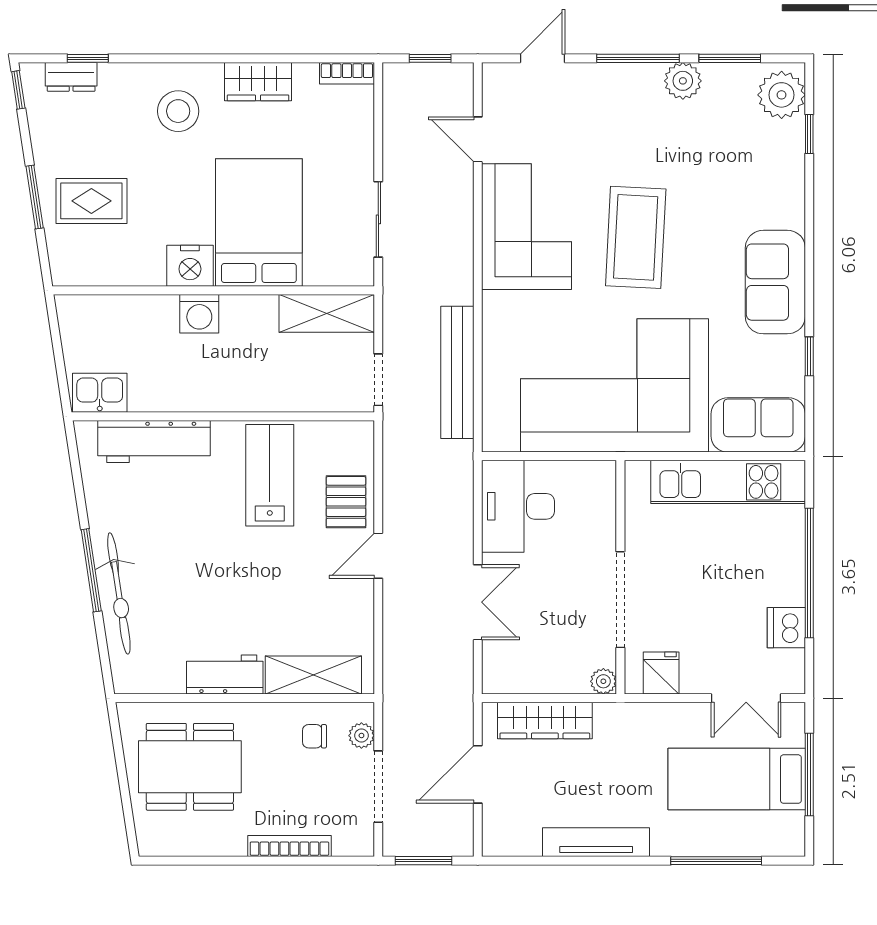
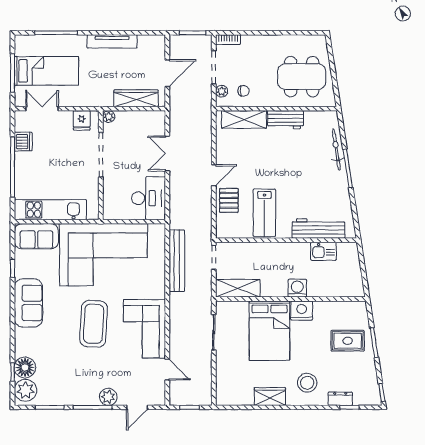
bookcase: (347, 73) -> (228, 400), removed
dresser: (71, 77) -> (340, 399), moved
plant: (683, 81) -> (108, 397), moved
floor lamp: (783, 144) -> (25, 367), added
kitchen sink: (100, 393) -> (324, 251), moved
bicycle: (119, 593) -> (336, 150), width x0.73, depth x0.71
bookcase: (289, 846) -> (228, 40), moved, width x0.64

